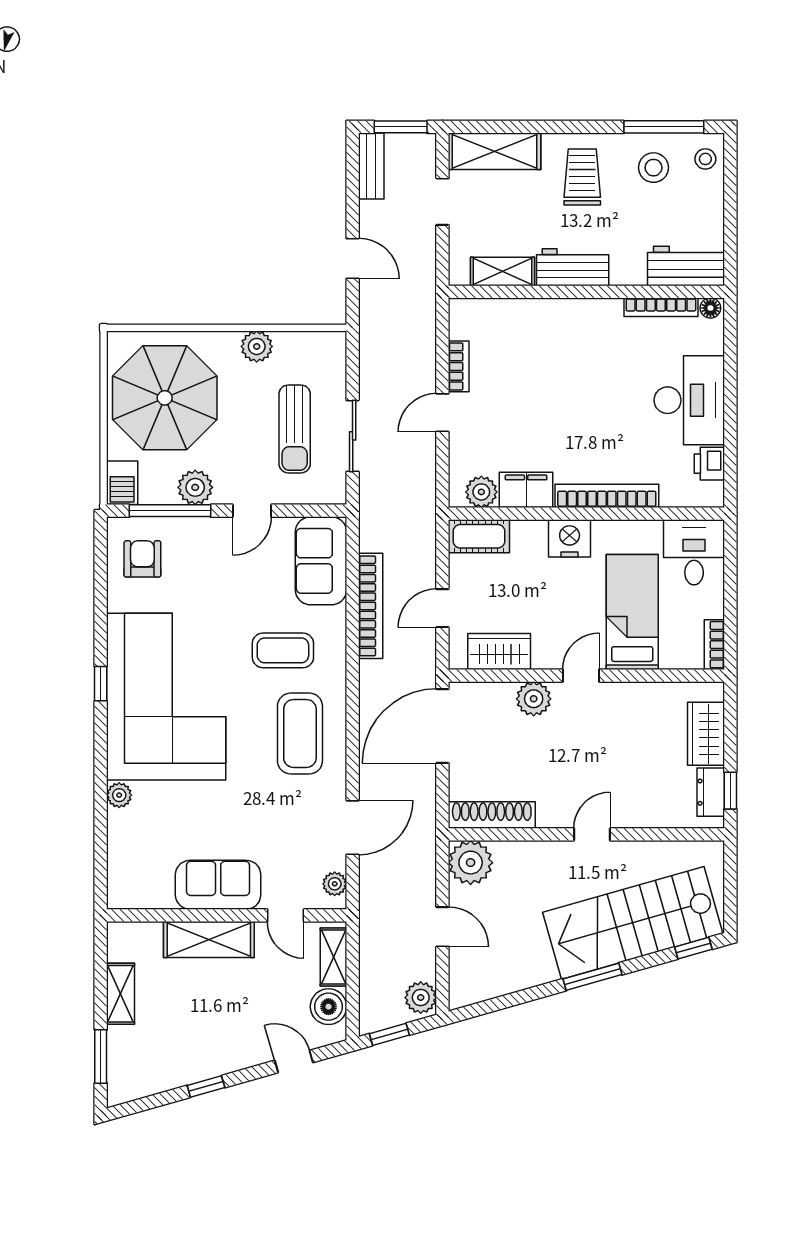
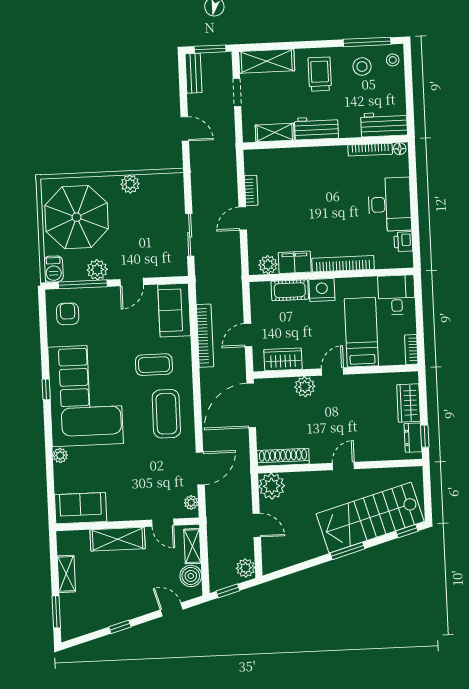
sun lounger: (295, 429) -> (155, 232), removed
cot: (479, 536) -> (290, 290), moved
sofa: (218, 885) -> (81, 508), moved

